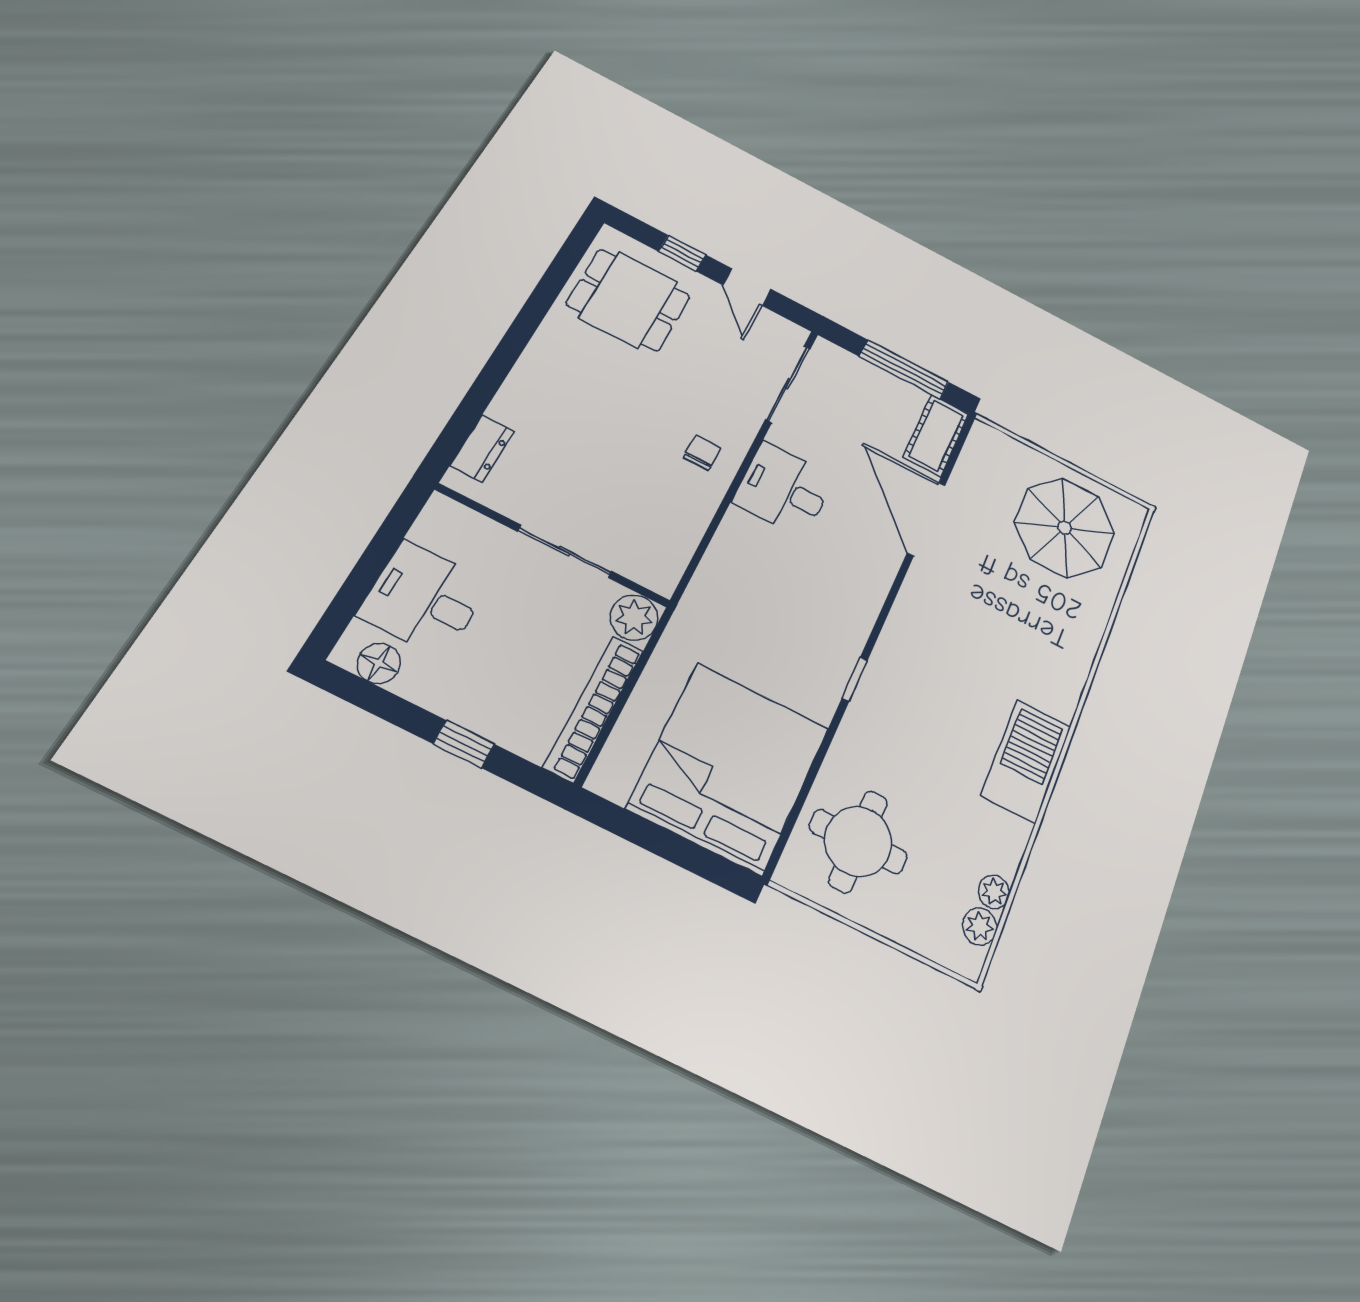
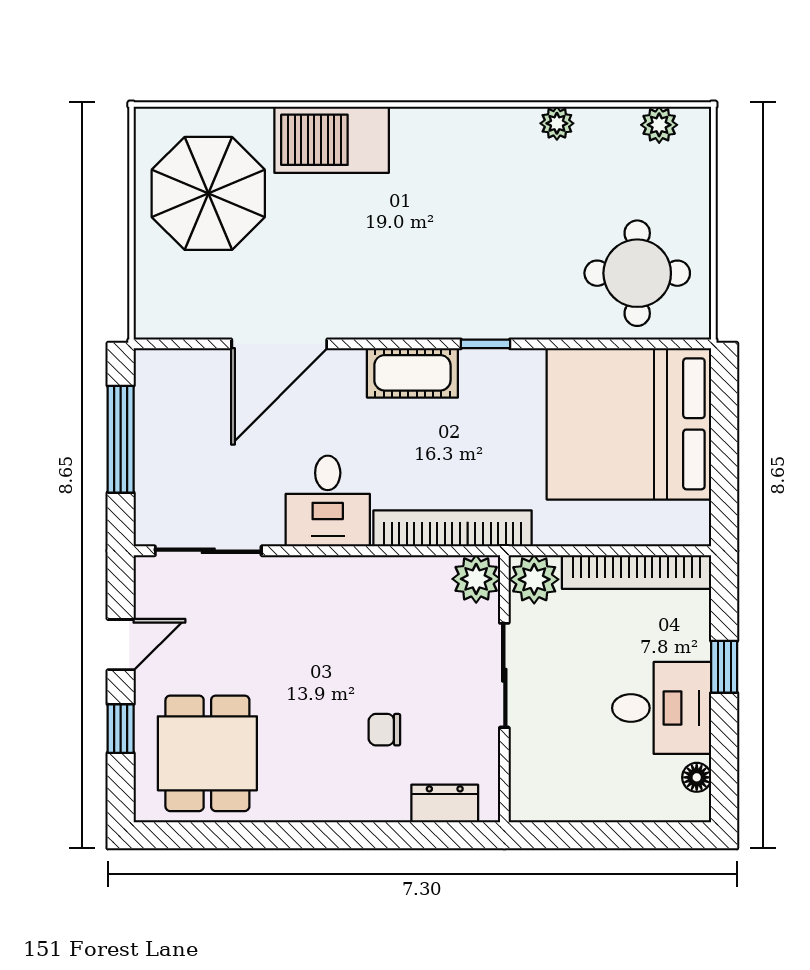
cot: (936, 435) -> (412, 373), moved
chair: (702, 453) -> (384, 730), moved
plant: (660, 571) -> (476, 579), added
bookcase: (712, 574) -> (452, 528), added
desk: (424, 599) -> (662, 708), moved, turned -90
floor lamp: (379, 663) -> (697, 777), width x0.73, depth x0.73
barbecue: (1026, 761) -> (332, 140), moved
plant: (994, 892) -> (557, 123), moved

